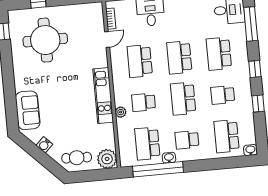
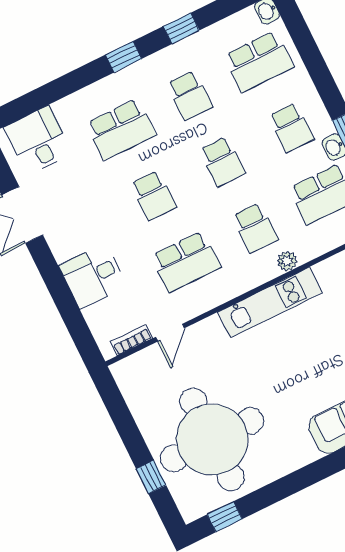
window: (251, 24) -> (48, 94), removed
door: (107, 39) -> (170, 333), swing flipped
round table: (45, 40) -> (212, 439), width x1.36, depth x1.36
school desk: (179, 57) -> (153, 196), width x0.54
school desk: (183, 99) -> (222, 162), width x0.54

